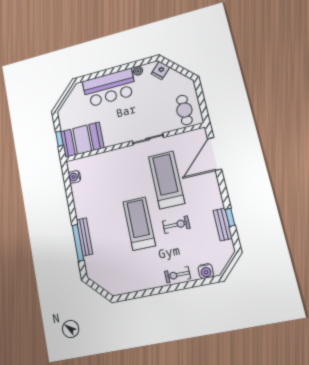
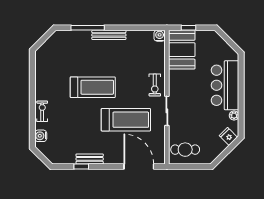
water cooler: (74, 177) -> (160, 36), moved
bench: (223, 224) -> (90, 159), moved
exercise bike: (176, 225) -> (155, 85), moved
bench: (84, 237) -> (109, 35), moved

